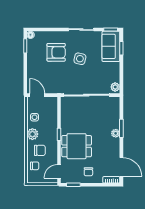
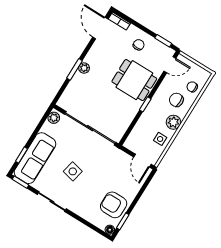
sofa: (111, 46) -> (35, 158), width x1.36
armchair: (56, 52) -> (114, 205), moved

